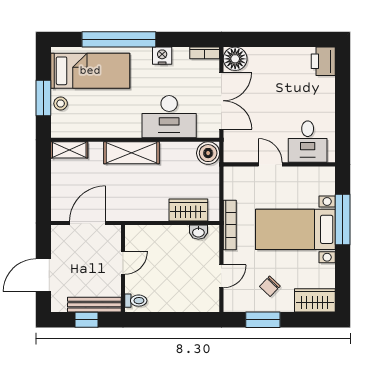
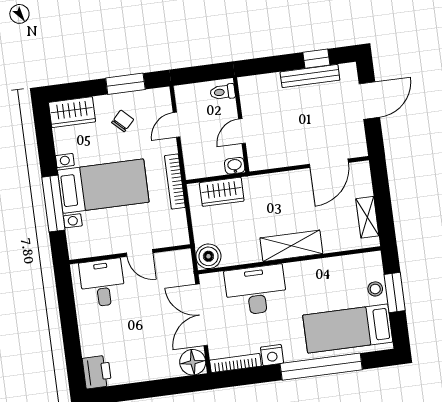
bookcase: (205, 53) -> (235, 363), width x1.56
shelving: (69, 150) -> (367, 217), moved, turned 90
washbasin: (198, 232) -> (235, 166), moved
door: (123, 263) -> (242, 131), moved
wall: (123, 269) -> (241, 125), moved
toilet: (136, 301) -> (223, 92), moved

